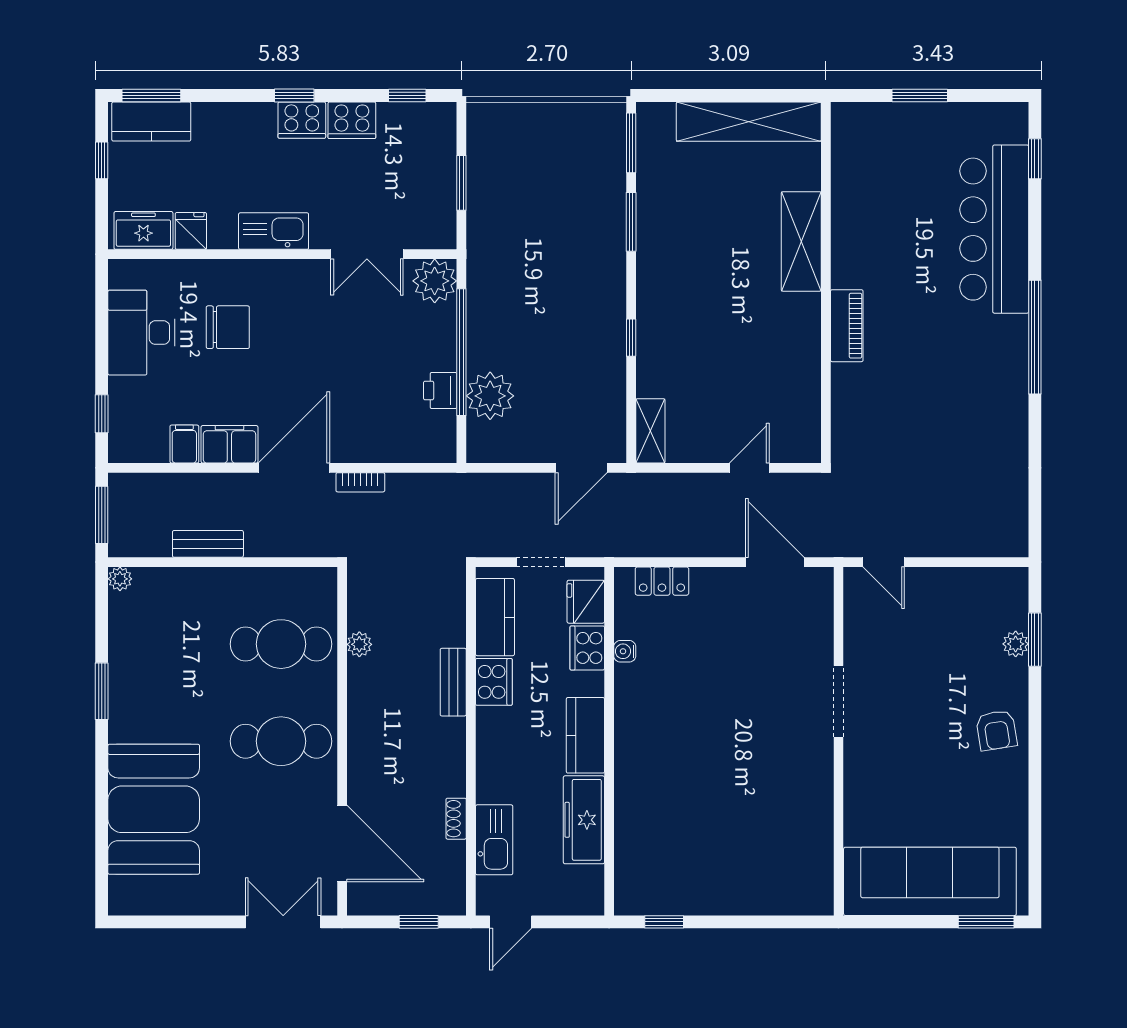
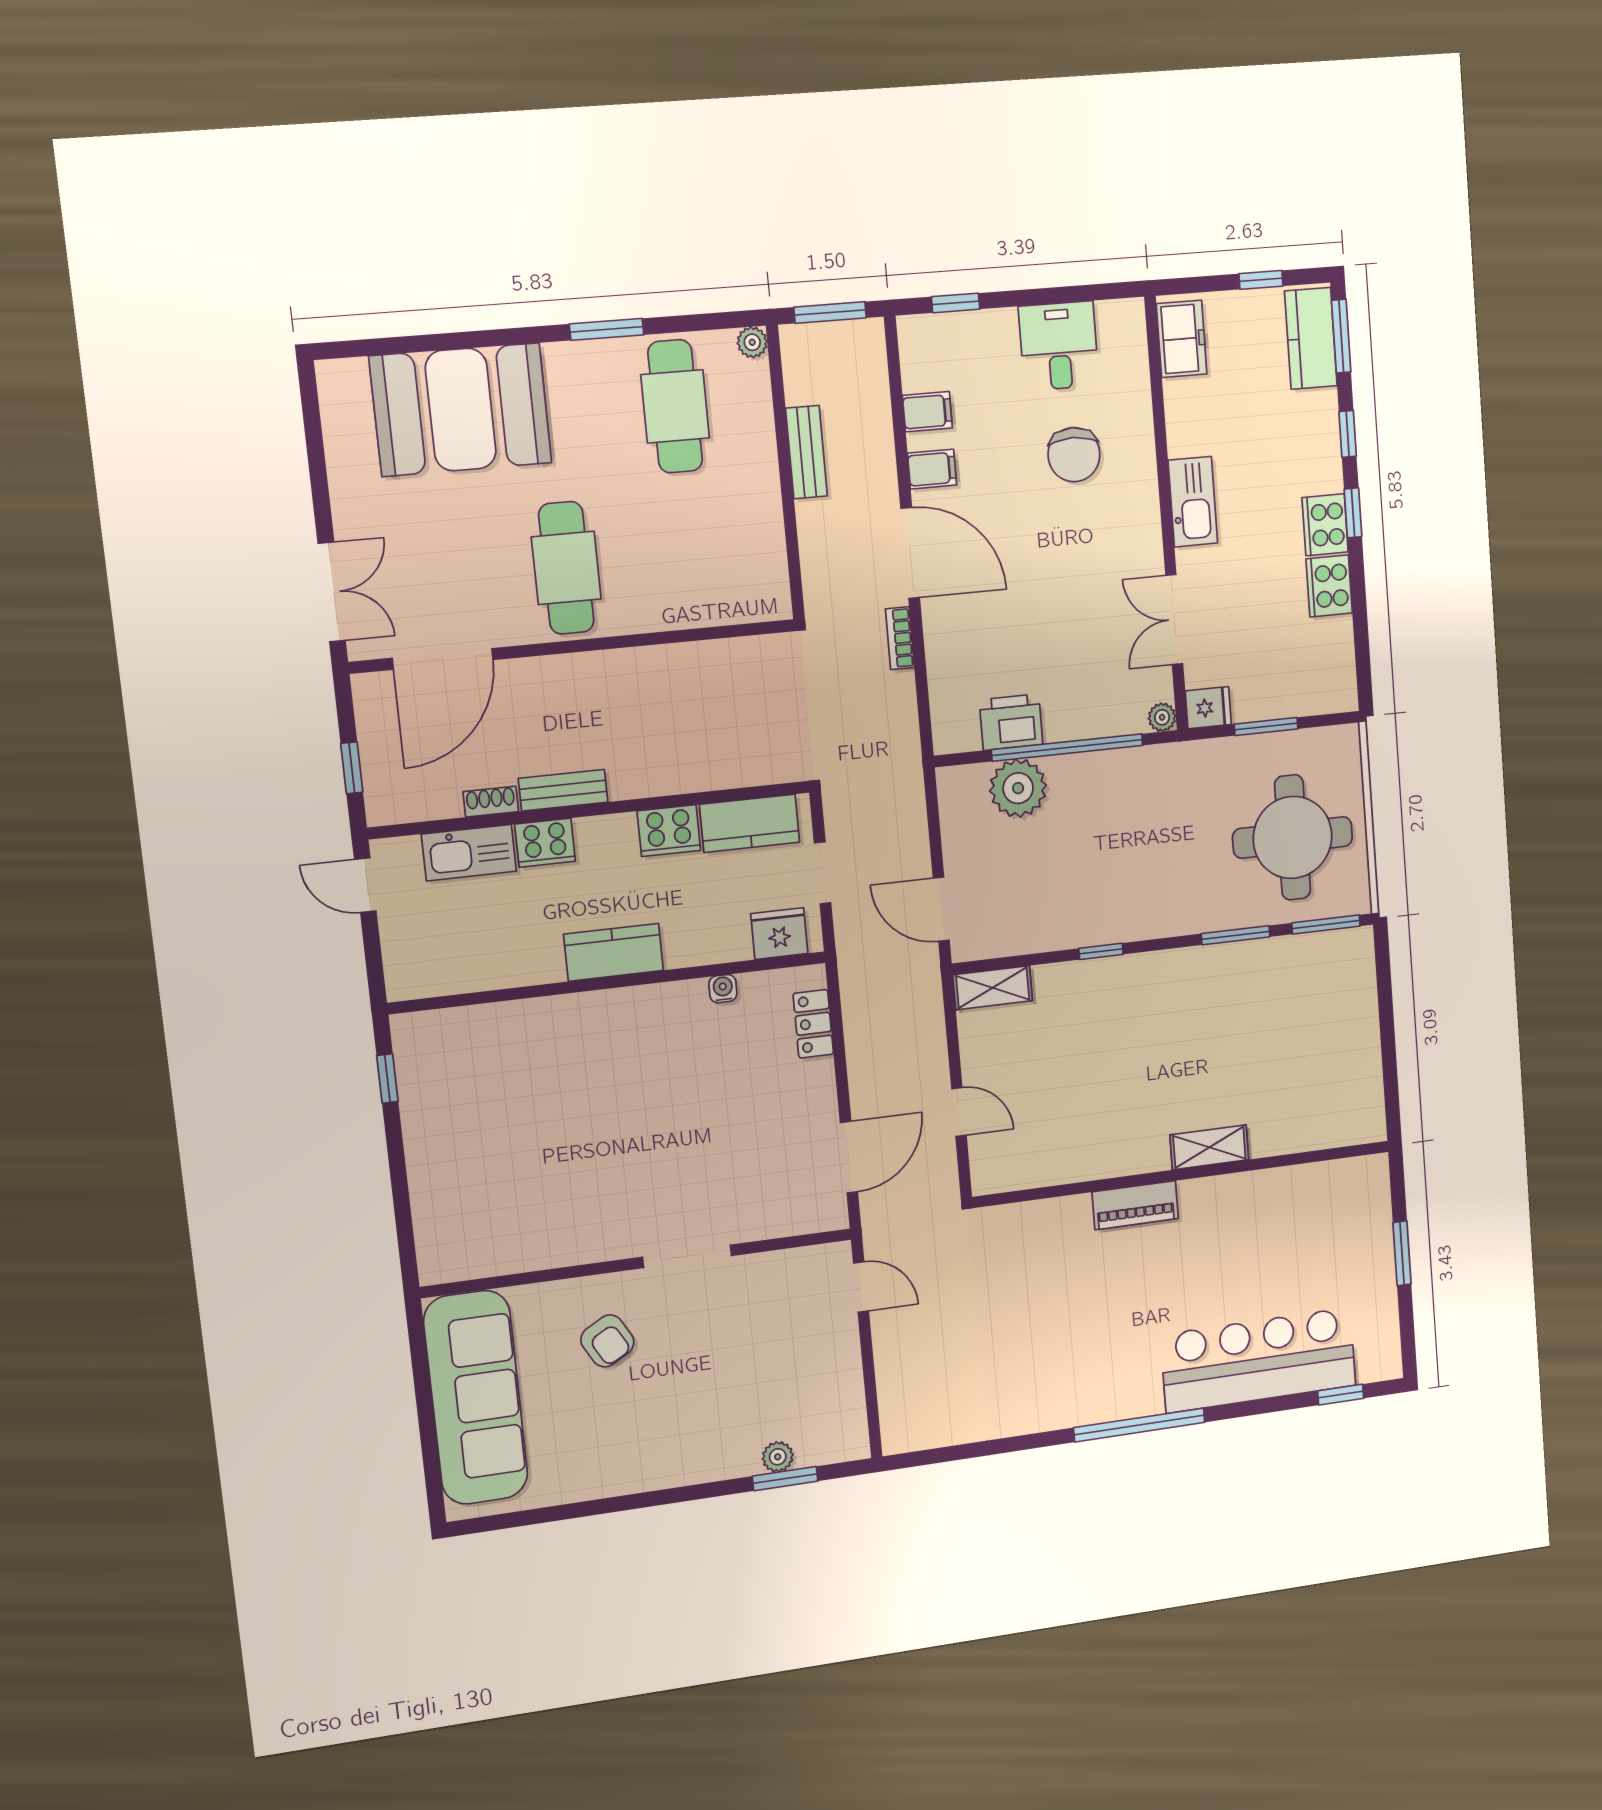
window: (407, 96) -> (1348, 434), moved
shelving: (749, 122) -> (1360, 1060), removed
round table: (555, 167) -> (1293, 837), added
fridge: (191, 231) -> (1208, 708), moved
shelving: (801, 241) -> (1209, 1147), width x0.67, depth x0.75
plant: (435, 281) -> (1162, 717), width x0.53, depth x0.53
desk: (141, 333) -> (1059, 346), width x0.73
printer: (440, 390) -> (1011, 722), width x1.36, depth x1.24
filing cabinet: (229, 444) -> (932, 469), width x0.50
door: (884, 562) -> (861, 1287), swing flipped
cafe table: (281, 644) -> (675, 406), moved
plant: (359, 644) -> (699, 656), removed
cooker: (587, 648) -> (545, 843), moved, turned 180
bench: (453, 682) -> (563, 790), moved
armchair: (996, 730) -> (607, 1341), moved, turned -110
freezer: (584, 820) -> (507, 963), removed
window: (986, 922) -> (433, 1473), removed

